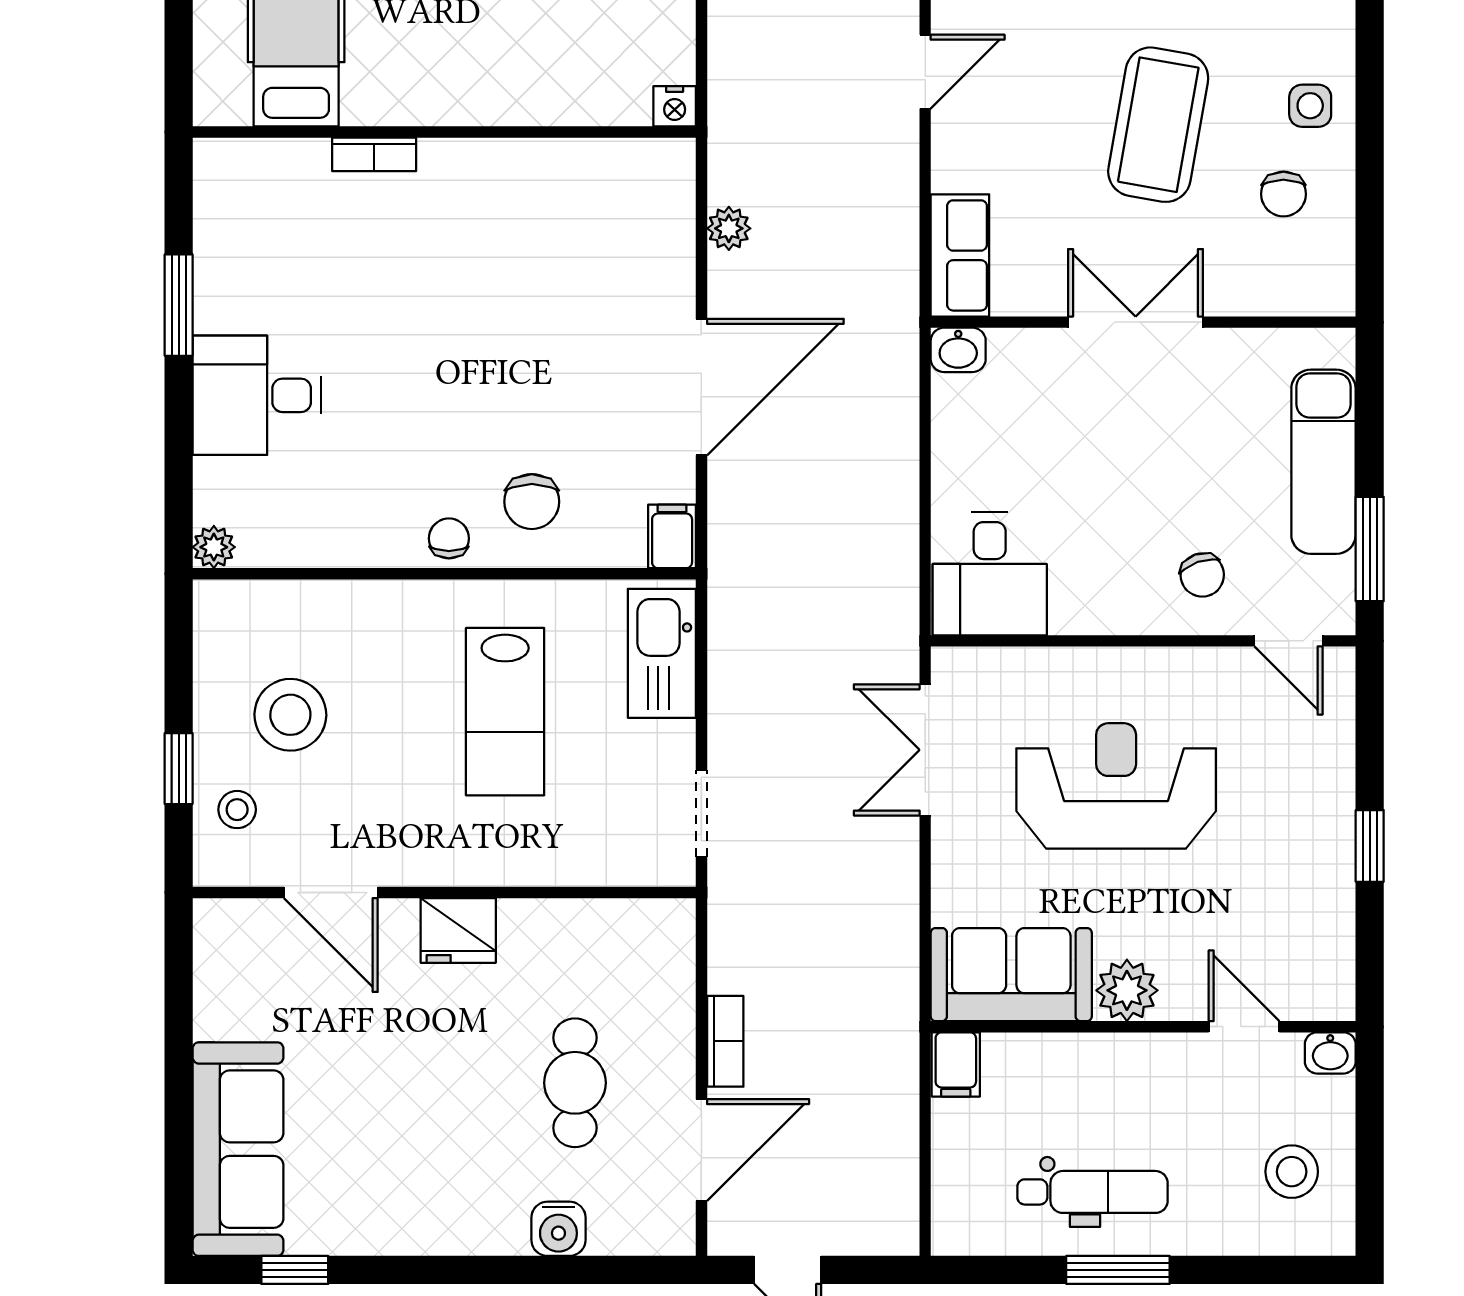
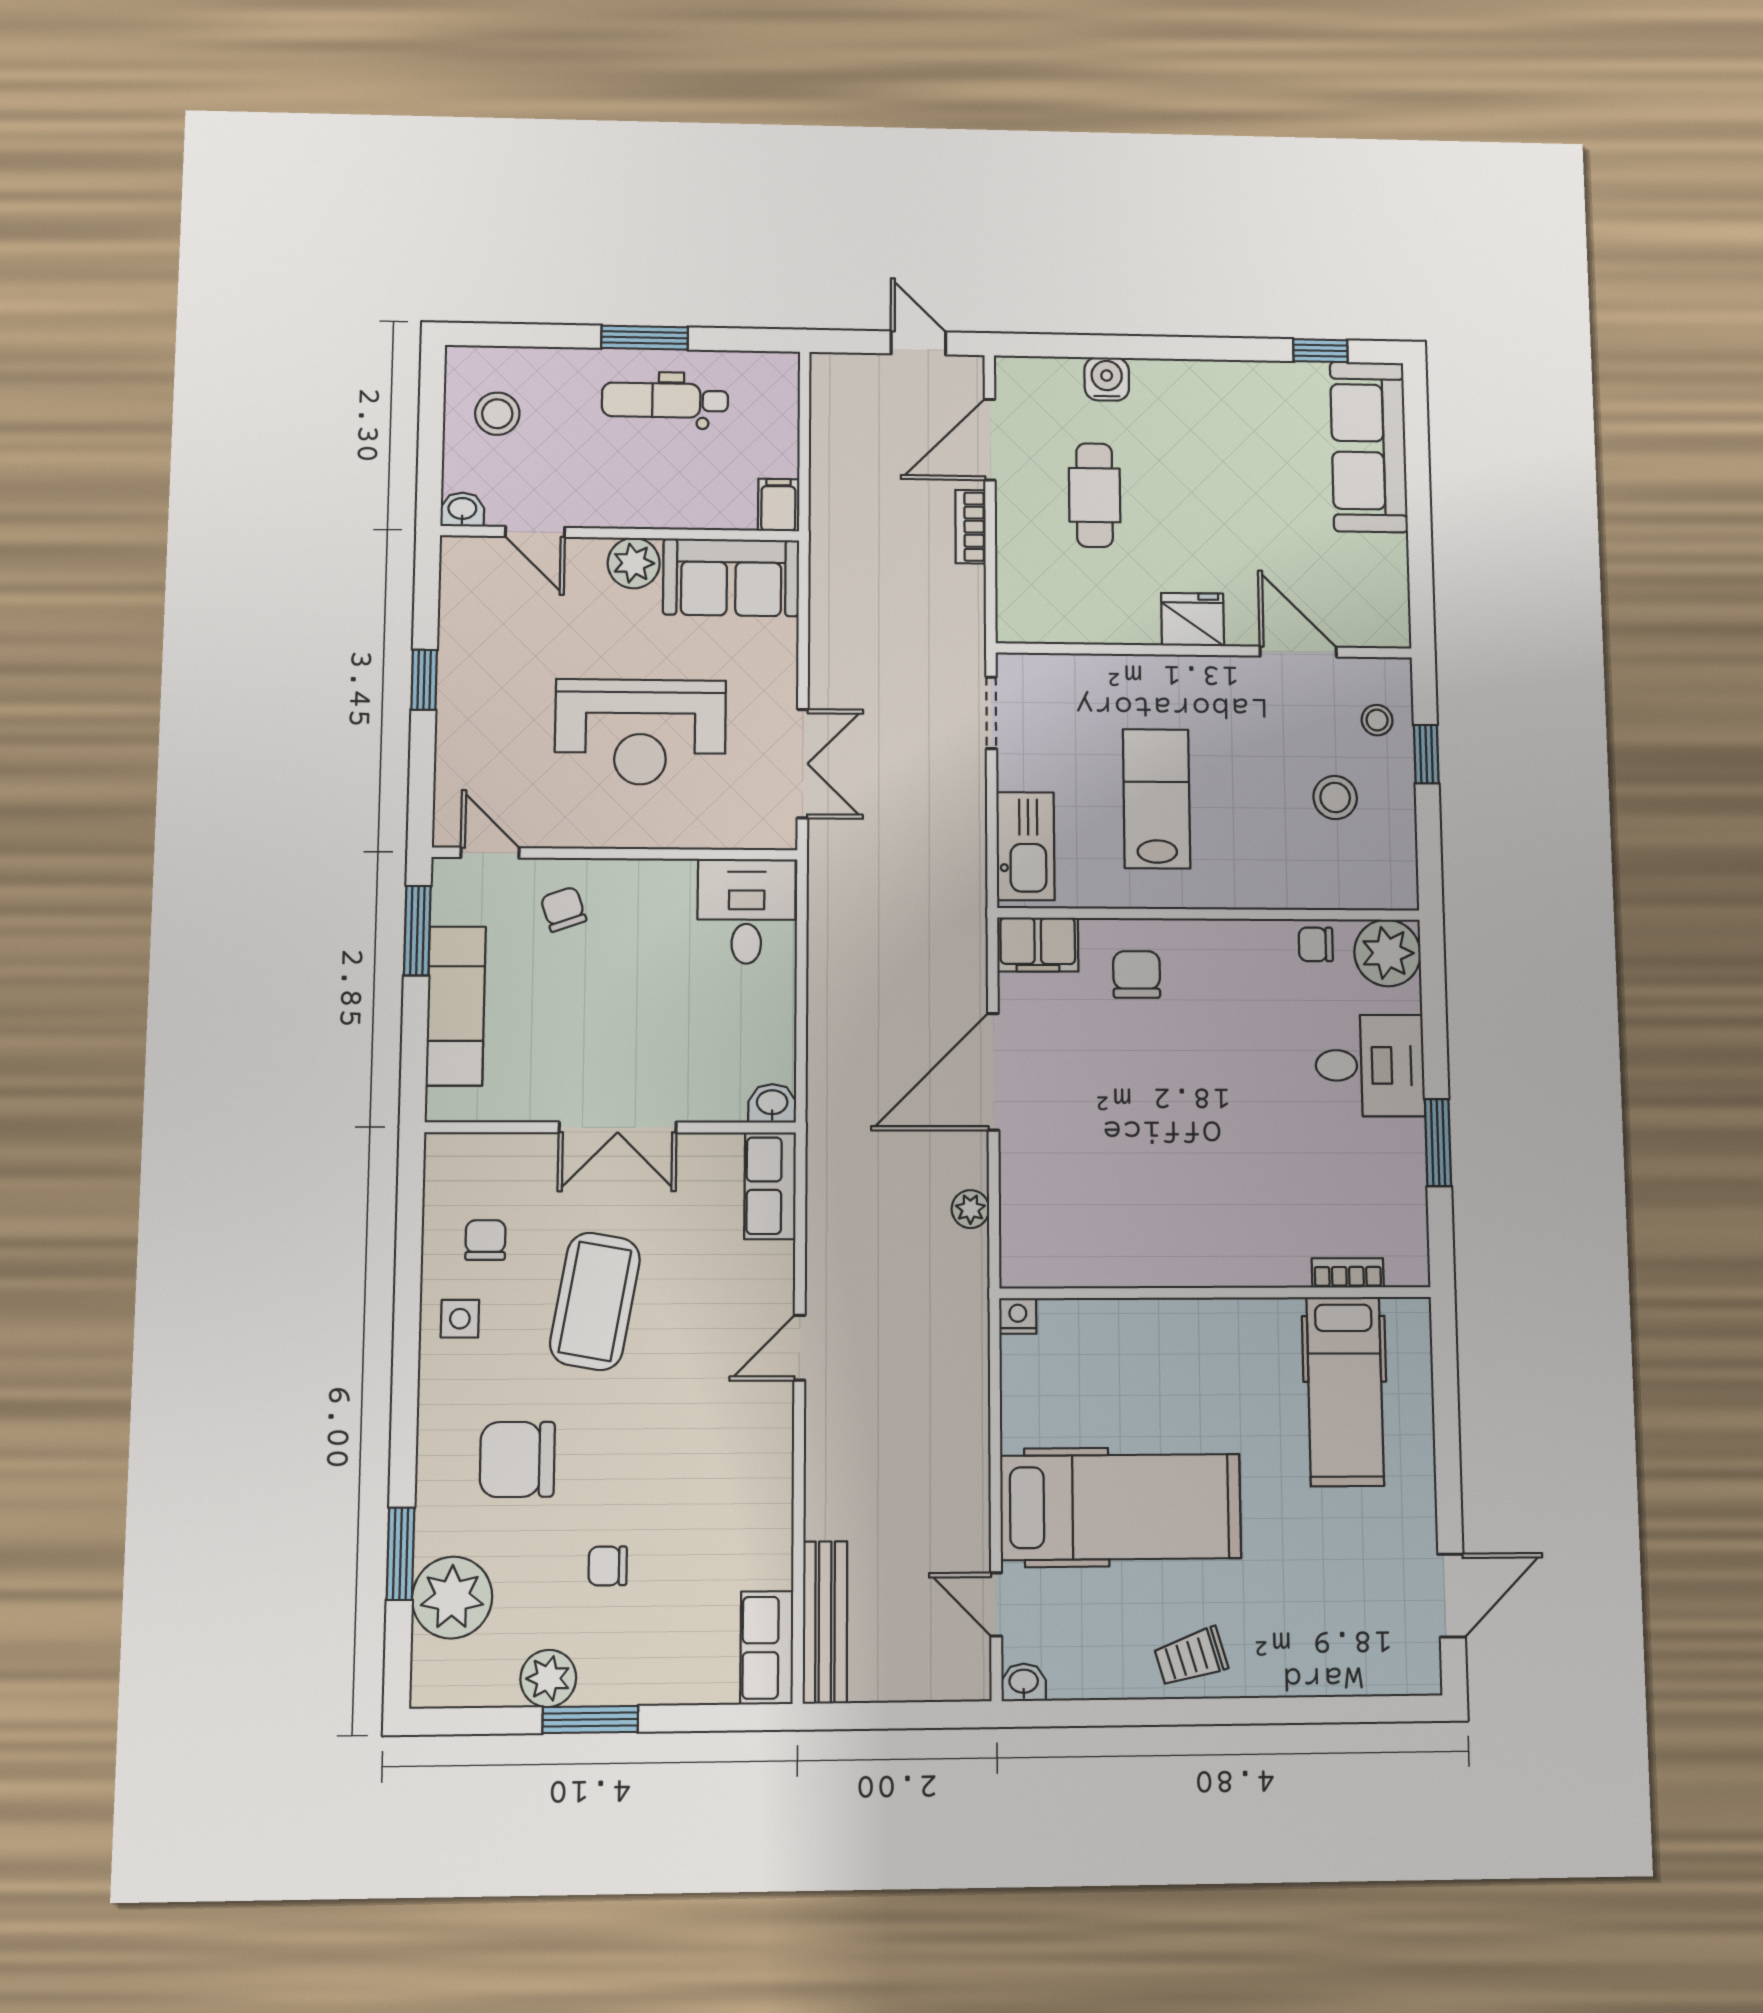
bookcase: (374, 154) -> (1348, 1273), moved
filing cabinet: (672, 536) -> (1038, 945), width x2.00
chair: (449, 538) -> (1316, 944), moved, turned 90
plant: (214, 547) -> (1388, 953), width x1.88, depth x1.88
stool: (290, 715) -> (1335, 798), width x0.73, depth x0.73

